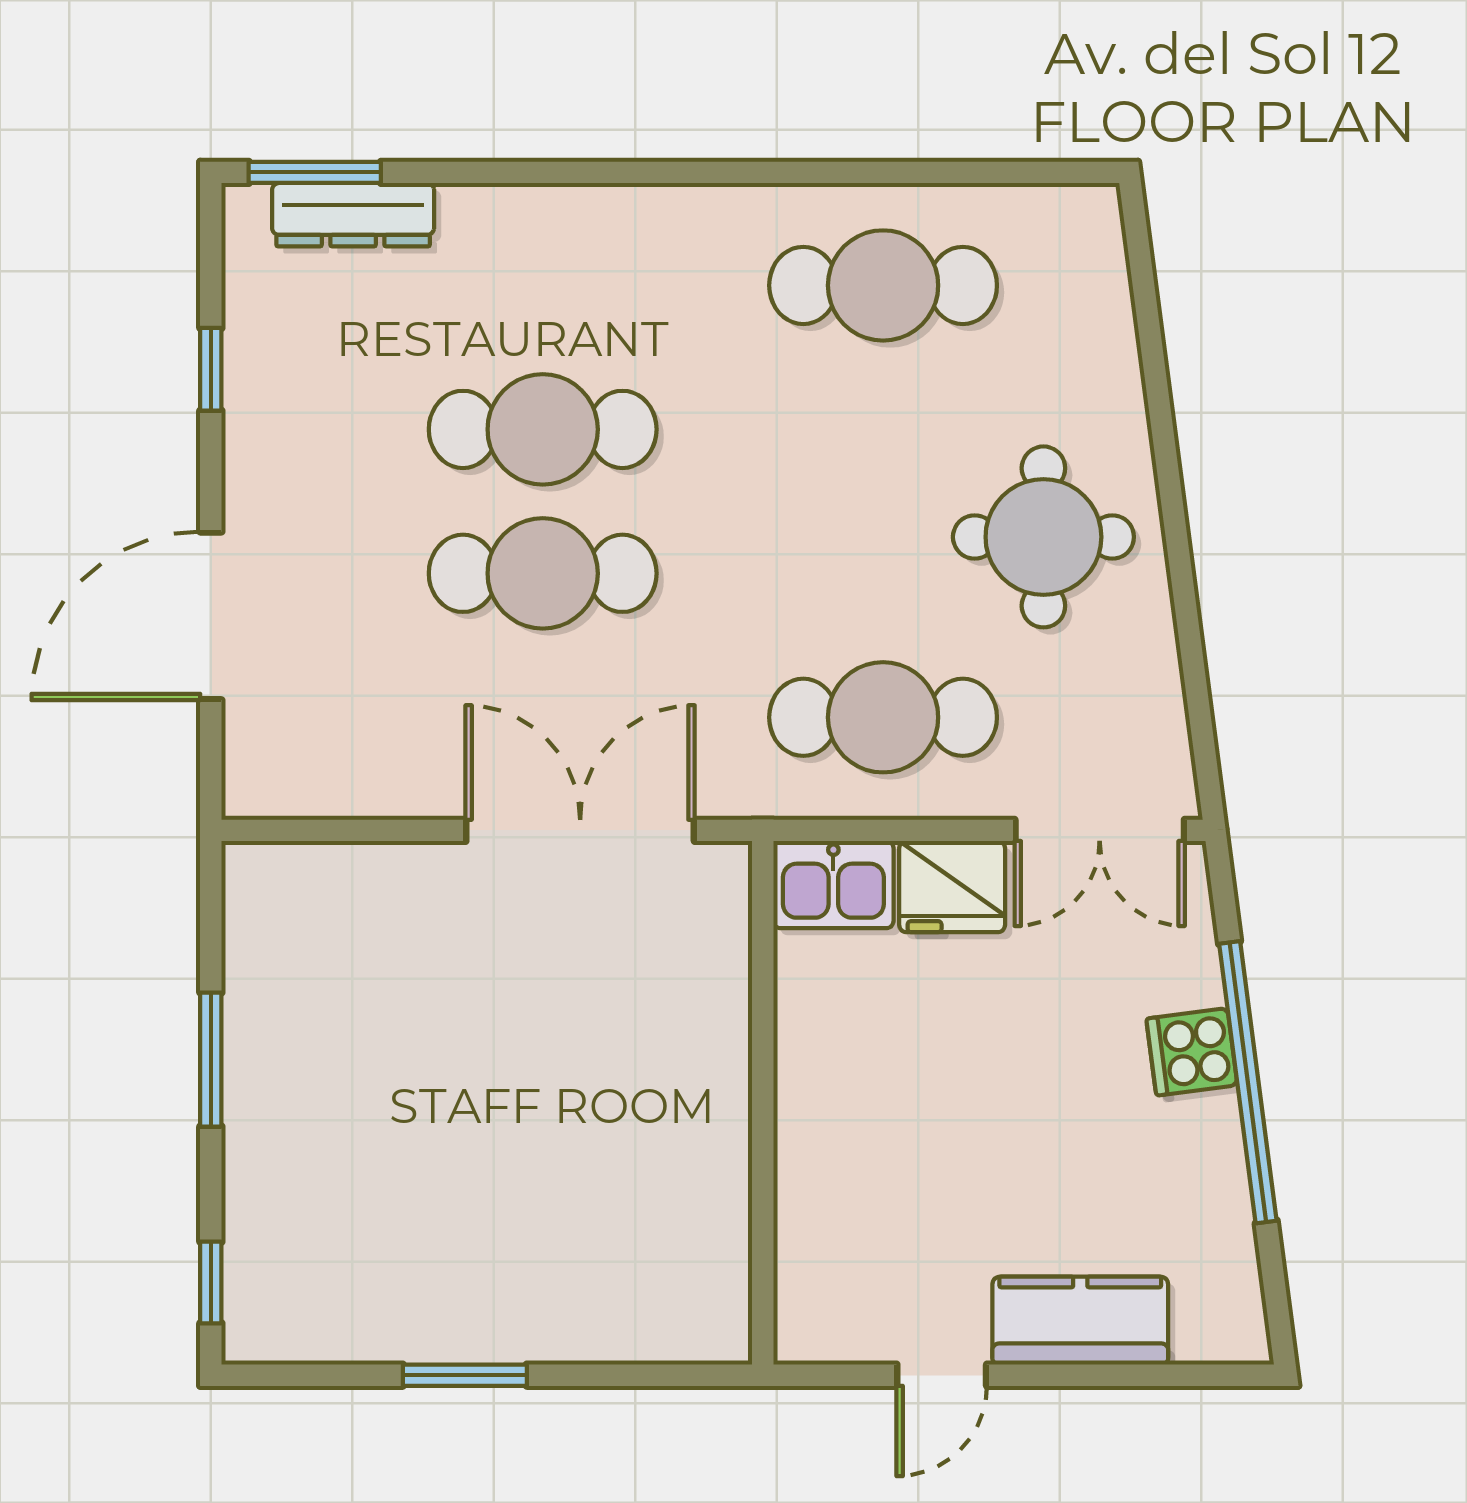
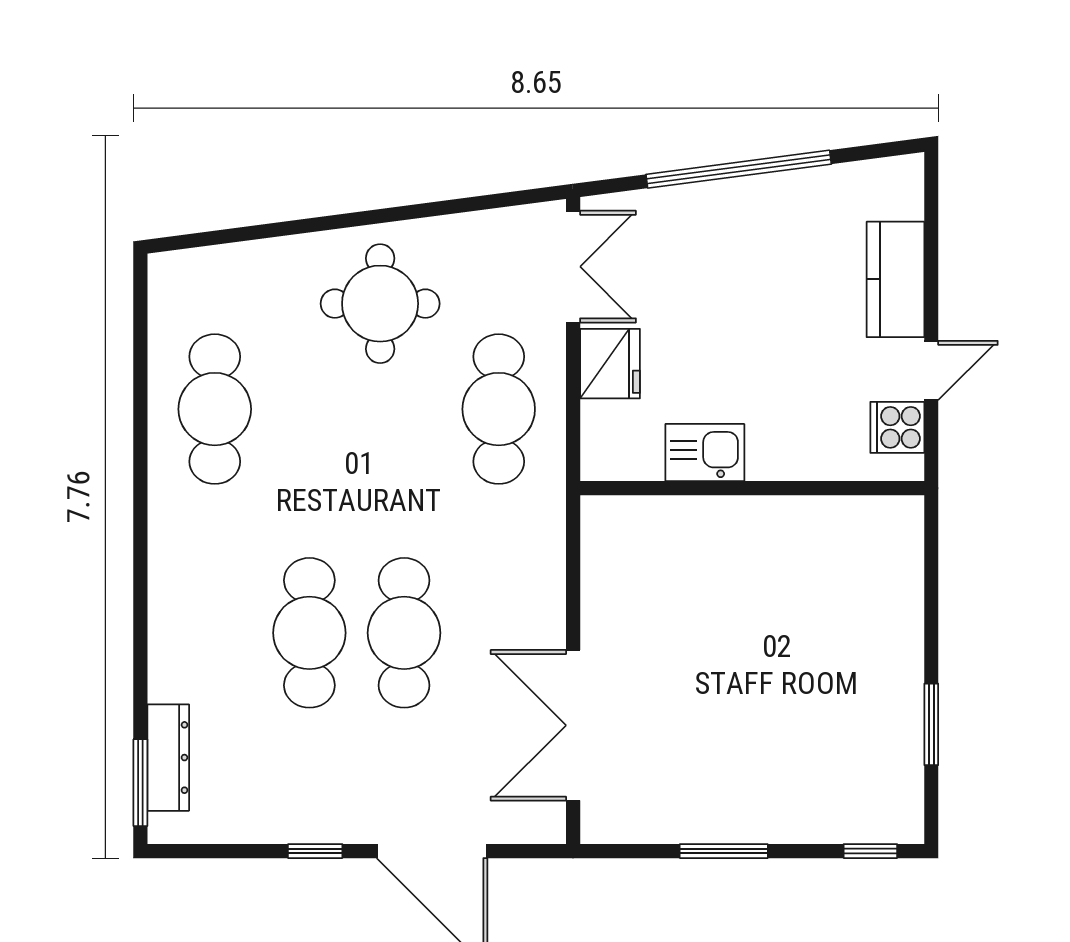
window: (211, 369) -> (315, 851), moved
double door: (580, 830) -> (573, 725), moved
kitchen sink: (833, 885) -> (705, 453), moved, turned -90
cooker: (1192, 1052) -> (897, 427), moved, turned 97
window: (465, 1375) -> (931, 724), moved
door: (942, 1375) -> (931, 371), hinge flipped

